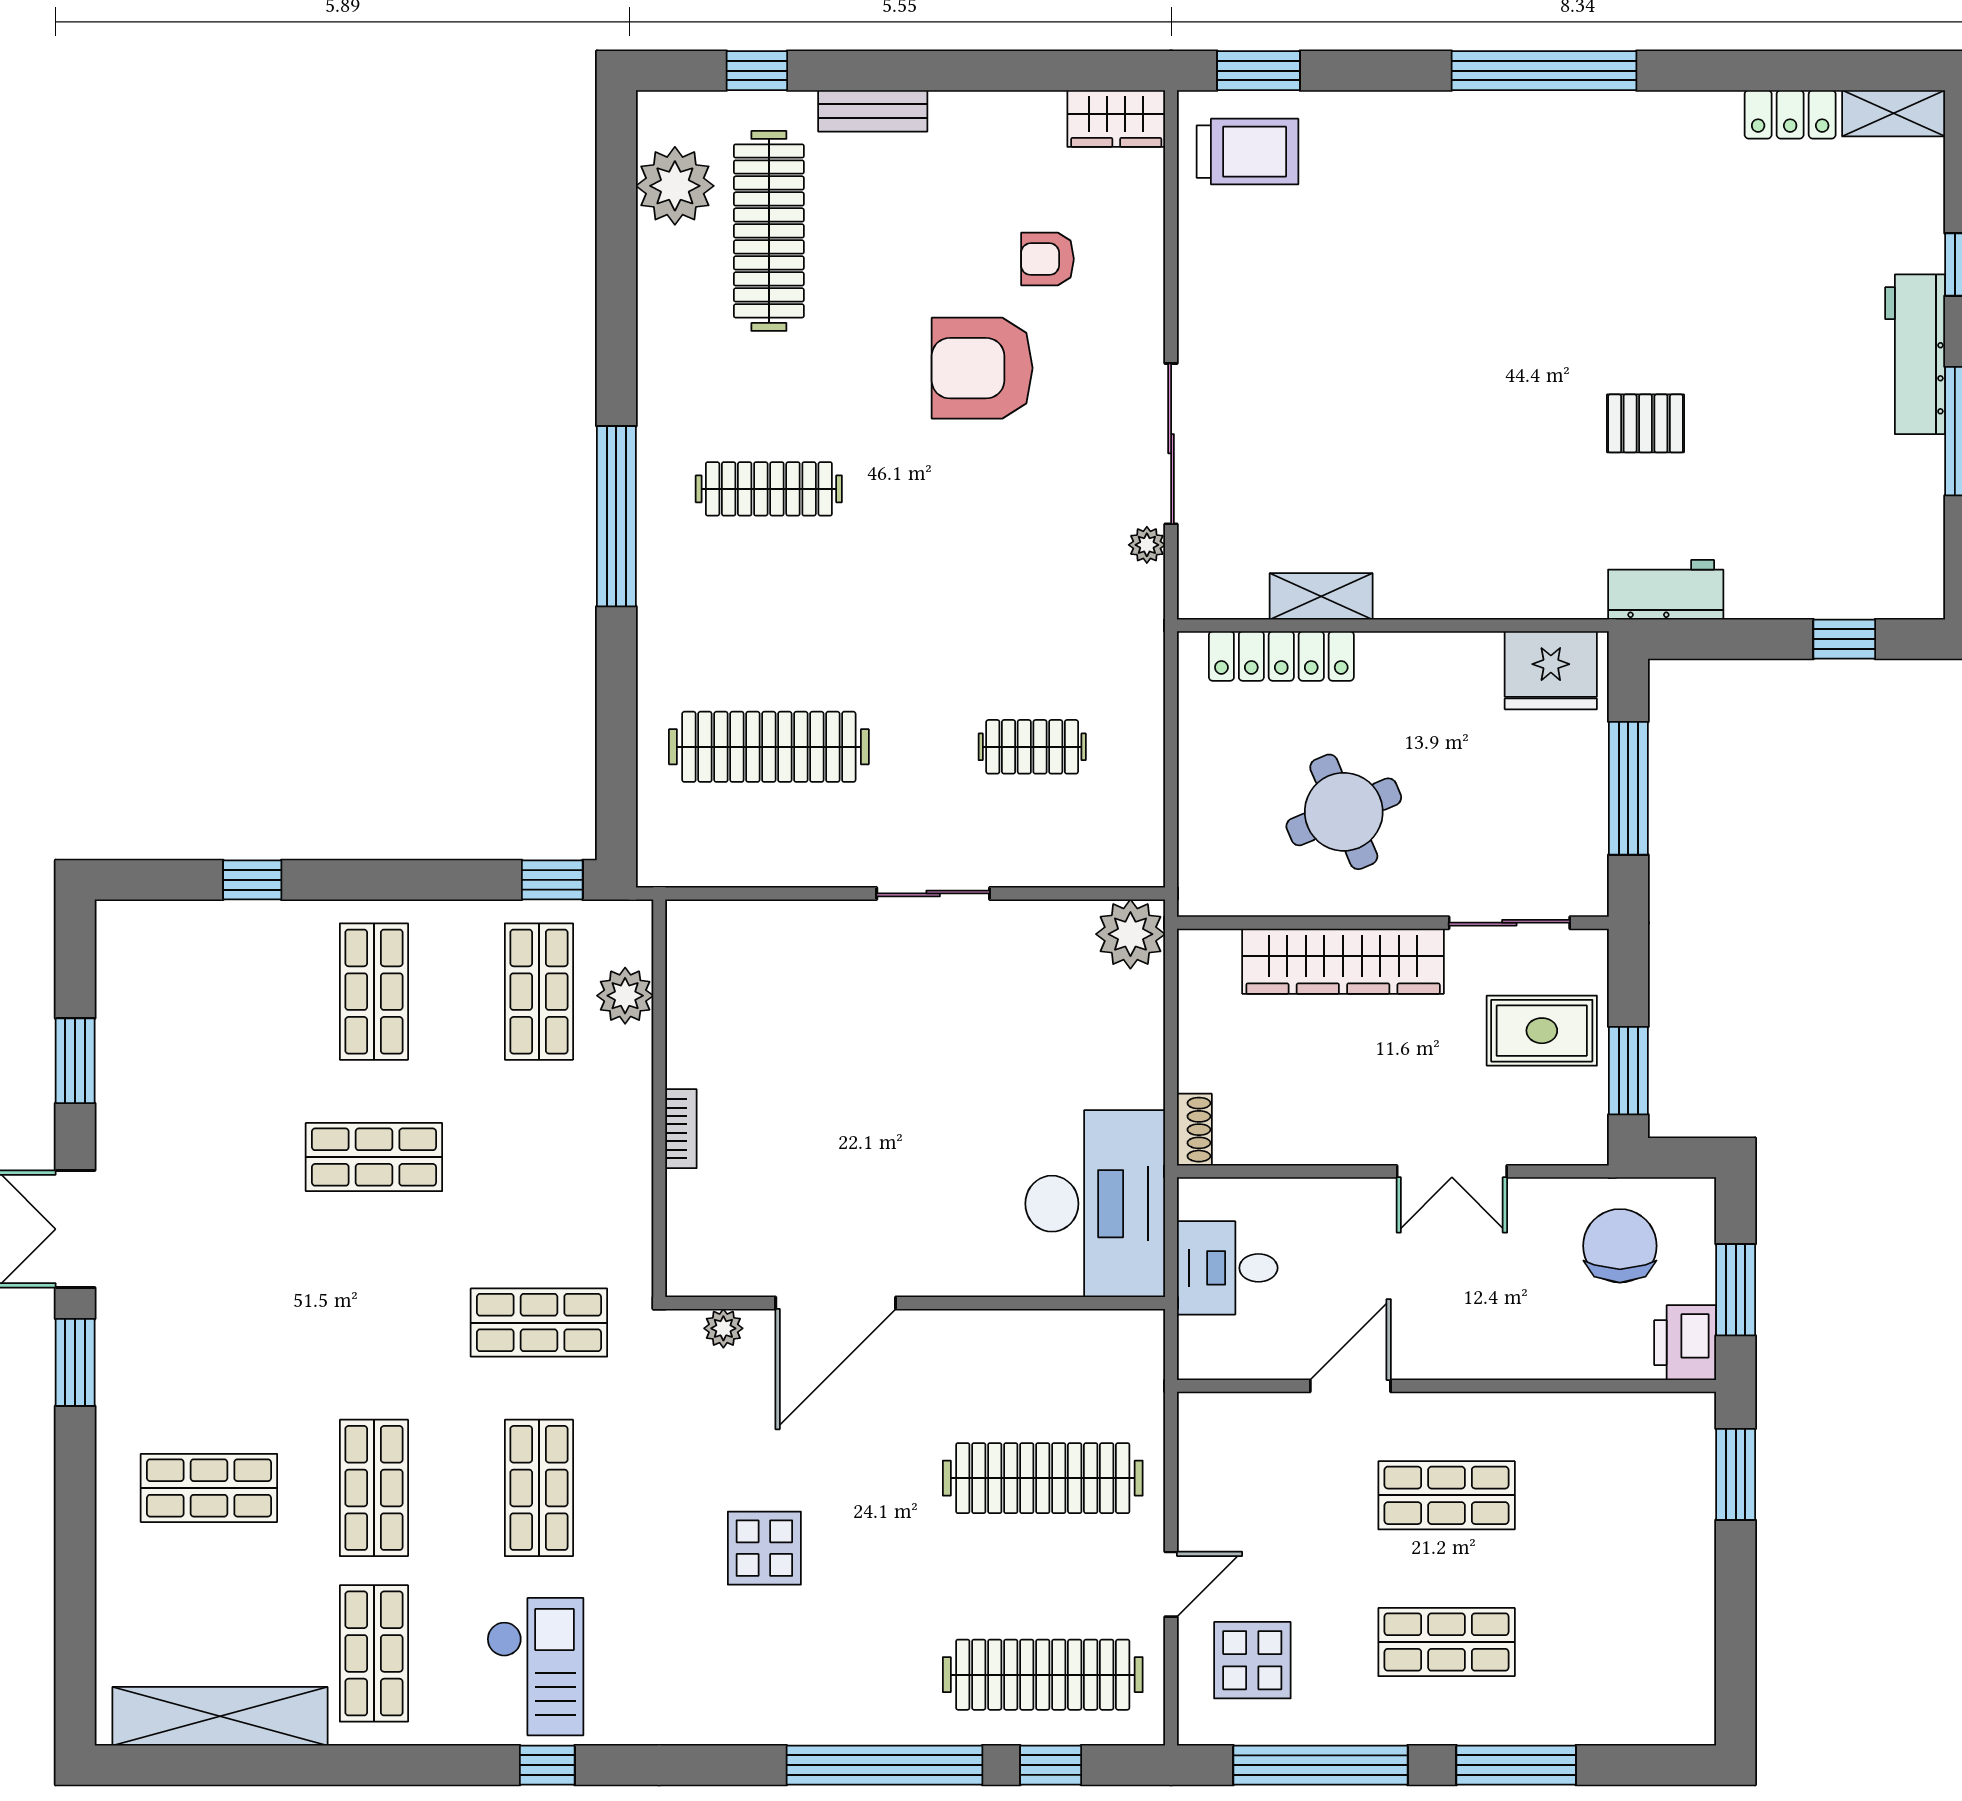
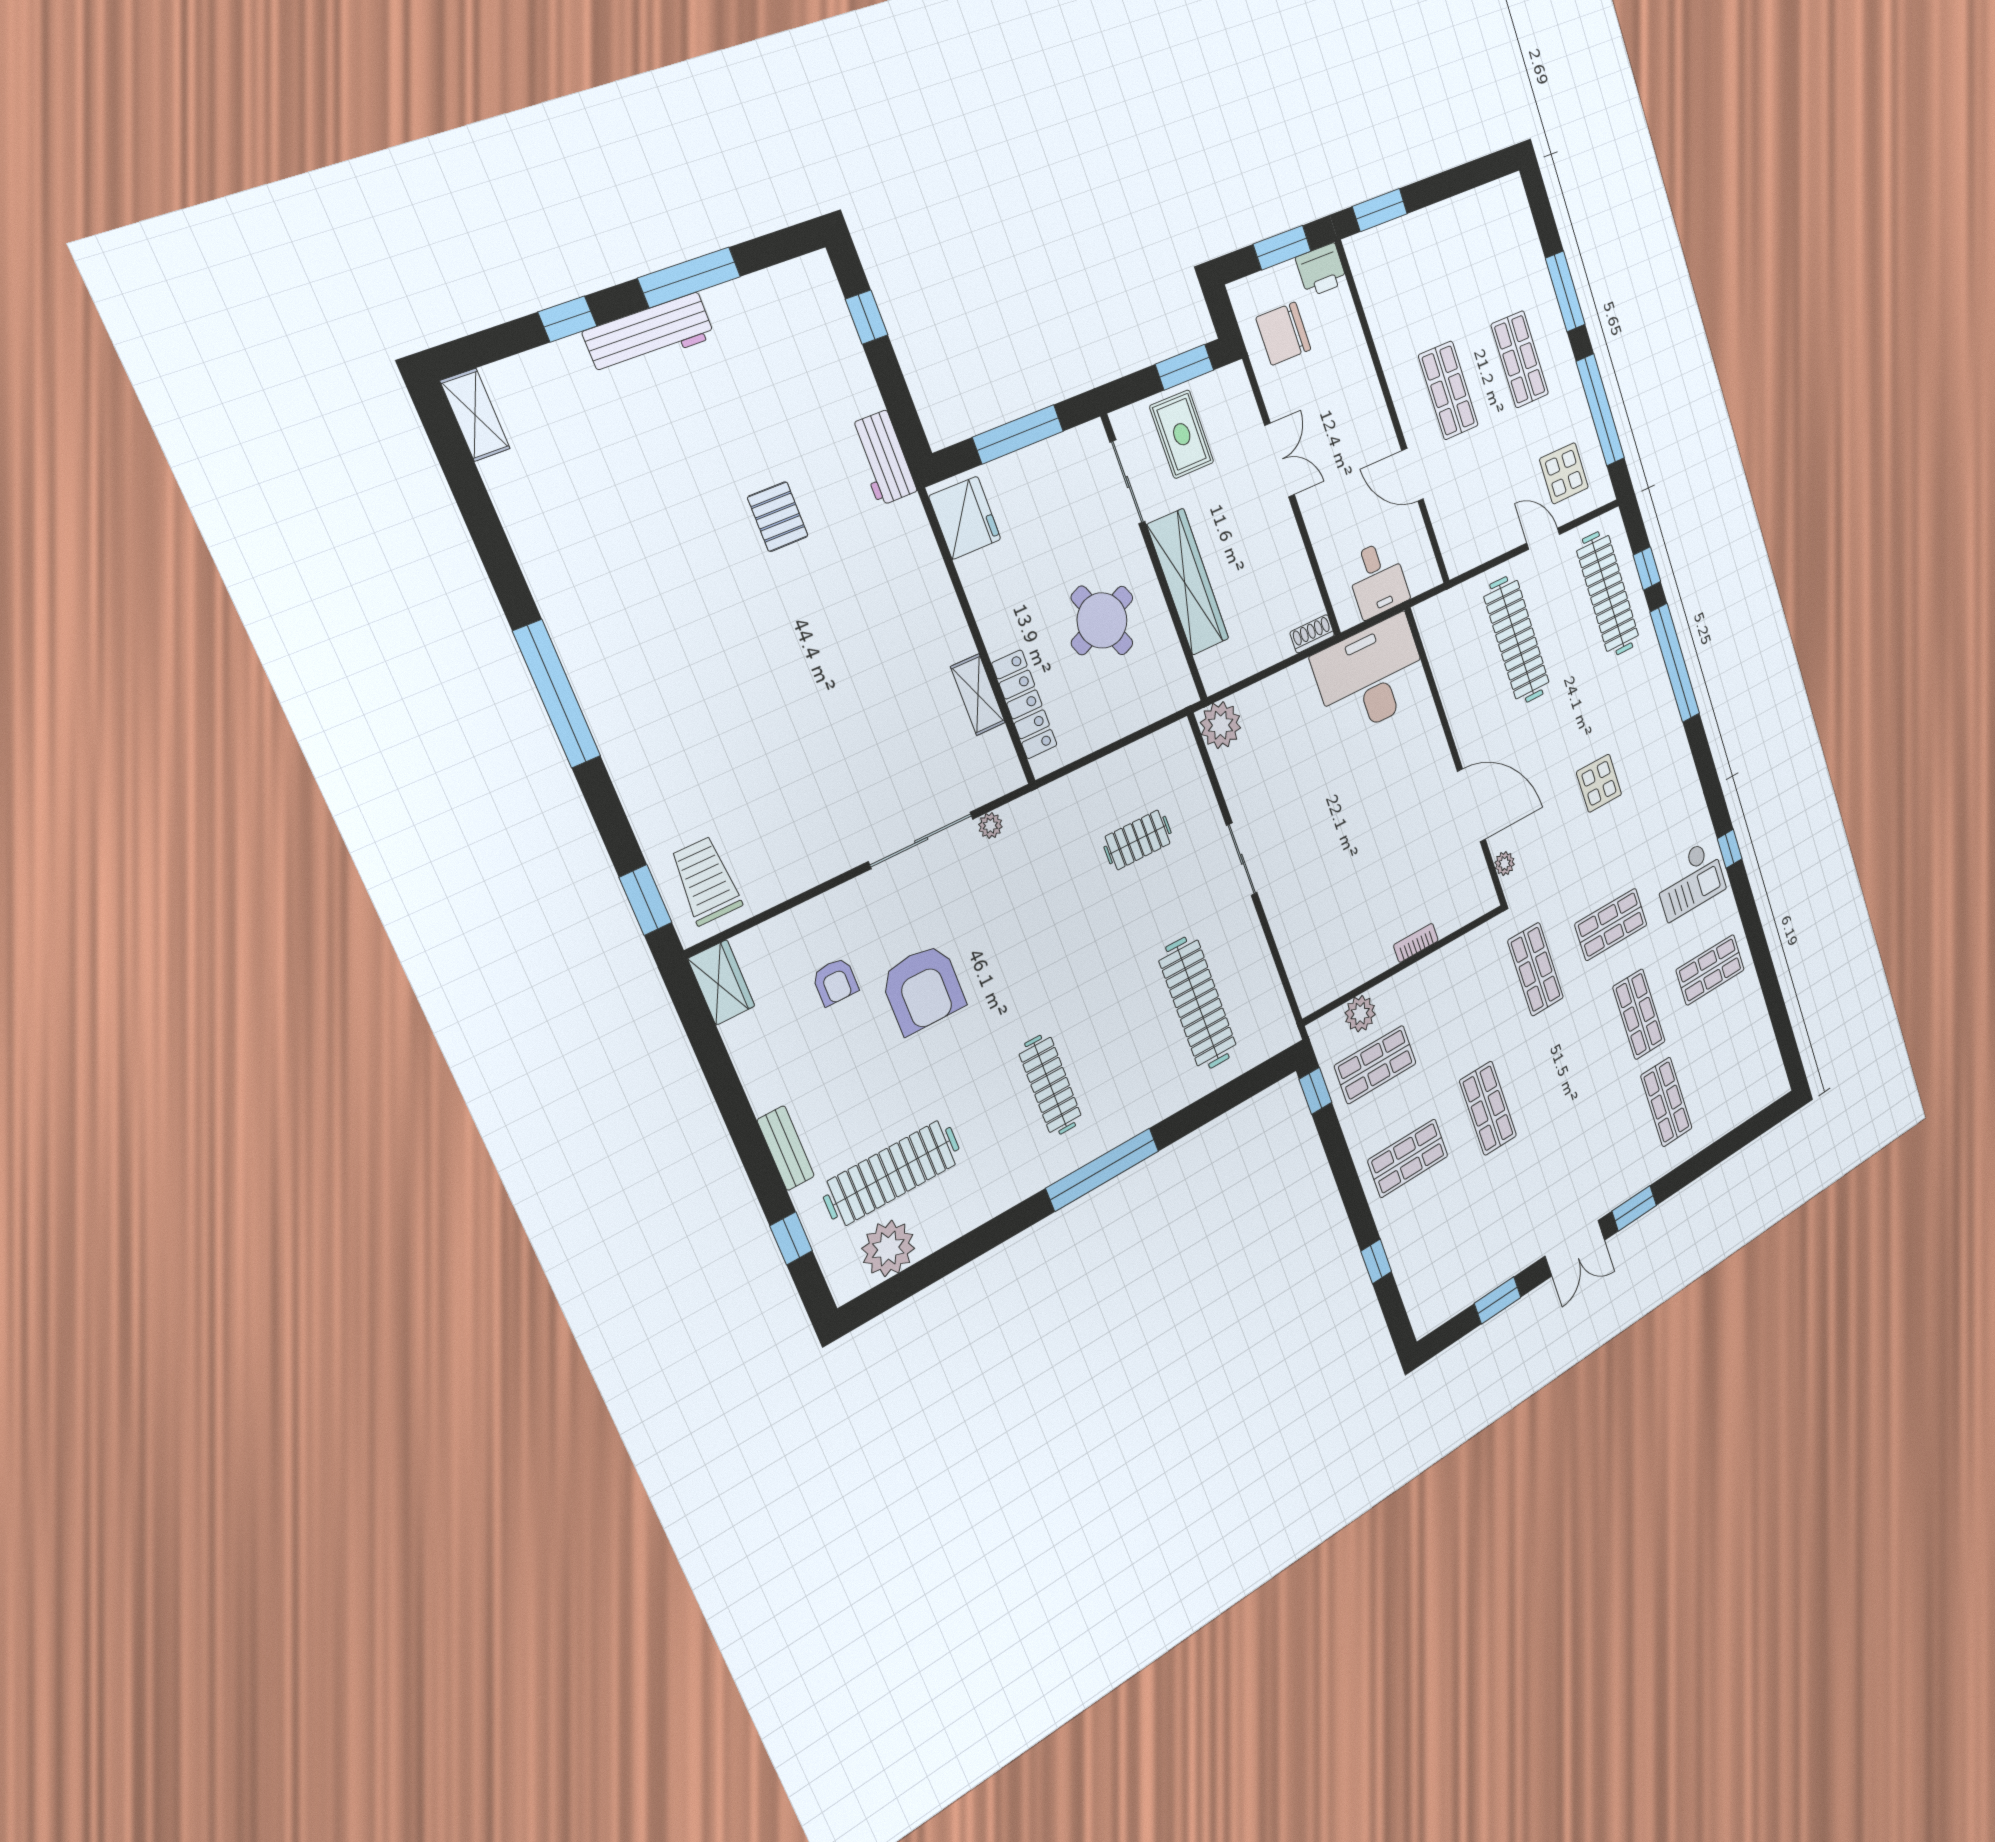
locker: (1790, 114) -> (510, 495), removed
clothes rail: (1032, 747) -> (1138, 840), turned 90
shop shelf: (374, 1488) -> (1639, 1014), turned 90
checkout: (535, 1667) -> (1690, 880), turned 180
shelving: (220, 1716) -> (1761, 1034), removed

